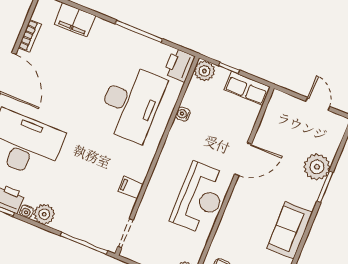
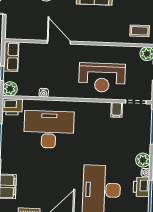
filing cabinet: (131, 188) -> (117, 110), moved
reception desk: (200, 198) -> (102, 78), moved, turned 180

